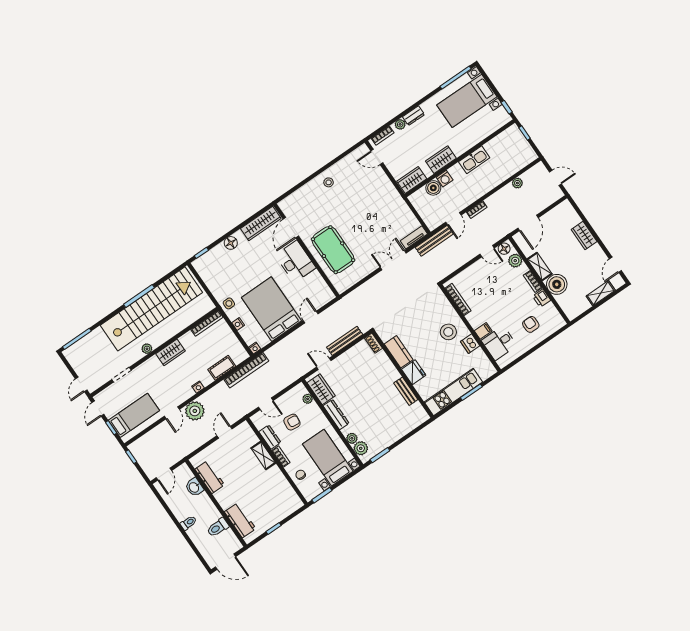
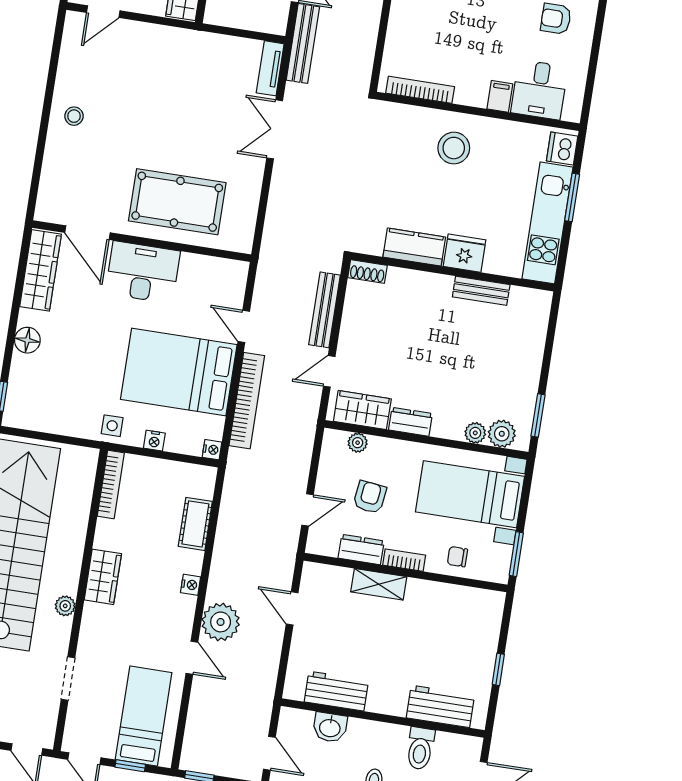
dishwasher: (470, 344) -> (562, 149), moved, turned 90
bookcase: (246, 370) -> (247, 401), moved
dresser: (336, 415) -> (410, 422), width x0.70

